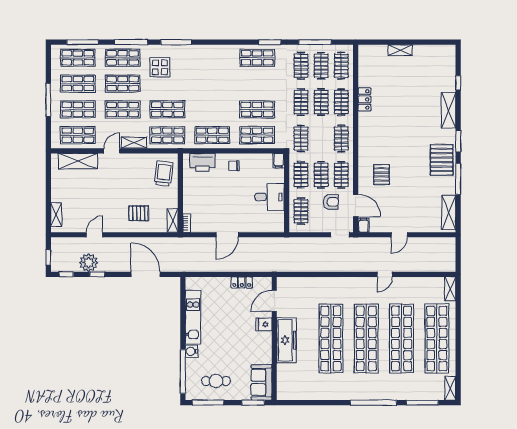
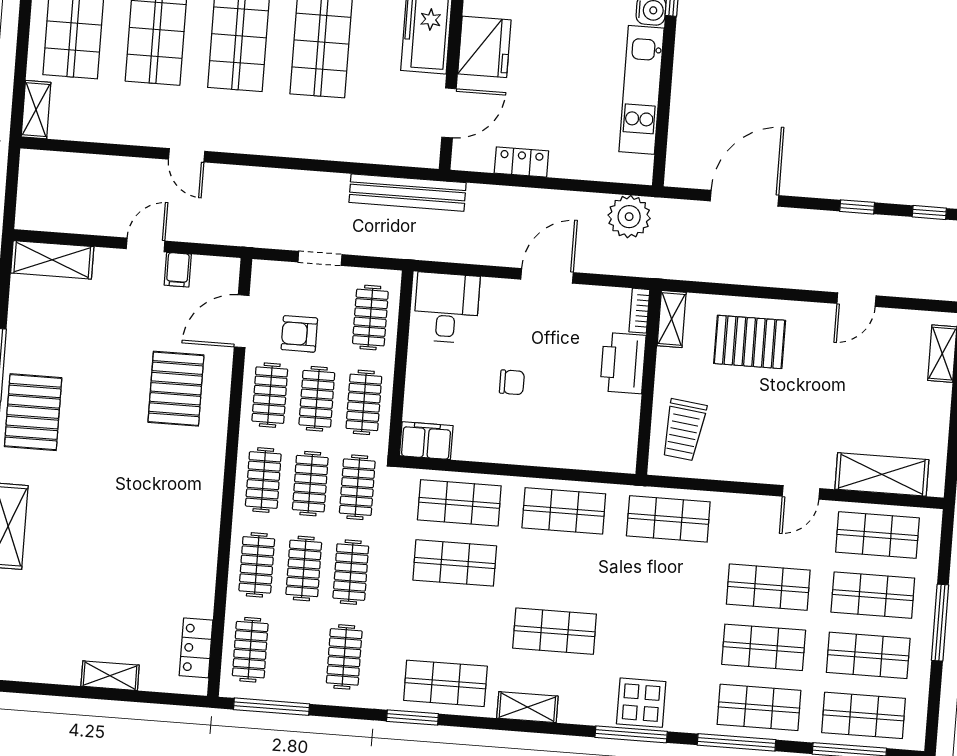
window: (315, 42) -> (271, 707), moved
clothes rail: (321, 66) -> (310, 484), moved
display table: (160, 67) -> (641, 703), moved
locker: (364, 99) -> (196, 648), moved
shop shelf: (167, 109) -> (555, 631), moved
shelving: (134, 143) -> (527, 707), moved
filing cabinet: (279, 161) -> (426, 441), width x2.00
printer: (202, 162) -> (623, 363), moved, turned -90
chair: (234, 166) -> (512, 382), moved
pallet: (382, 175) -> (176, 389), width x1.50, depth x1.42
desk: (270, 197) -> (447, 308), moved, turned 90
door: (356, 205) -> (242, 321), hinge flipped
shelving: (449, 212) -> (52, 260), moved, turned 90
pallet: (139, 213) -> (750, 342), width x1.50, depth x1.42
filing cabinet: (363, 225) -> (178, 270), moved
doorway: (340, 235) -> (320, 258), moved
plant: (89, 263) -> (629, 217), moved
bench: (289, 266) -> (408, 193), added
door: (146, 274) -> (744, 198), swing flipped
door: (385, 274) -> (187, 155), swing flipped
fridge: (264, 324) -> (484, 47), width x1.88, depth x1.34

